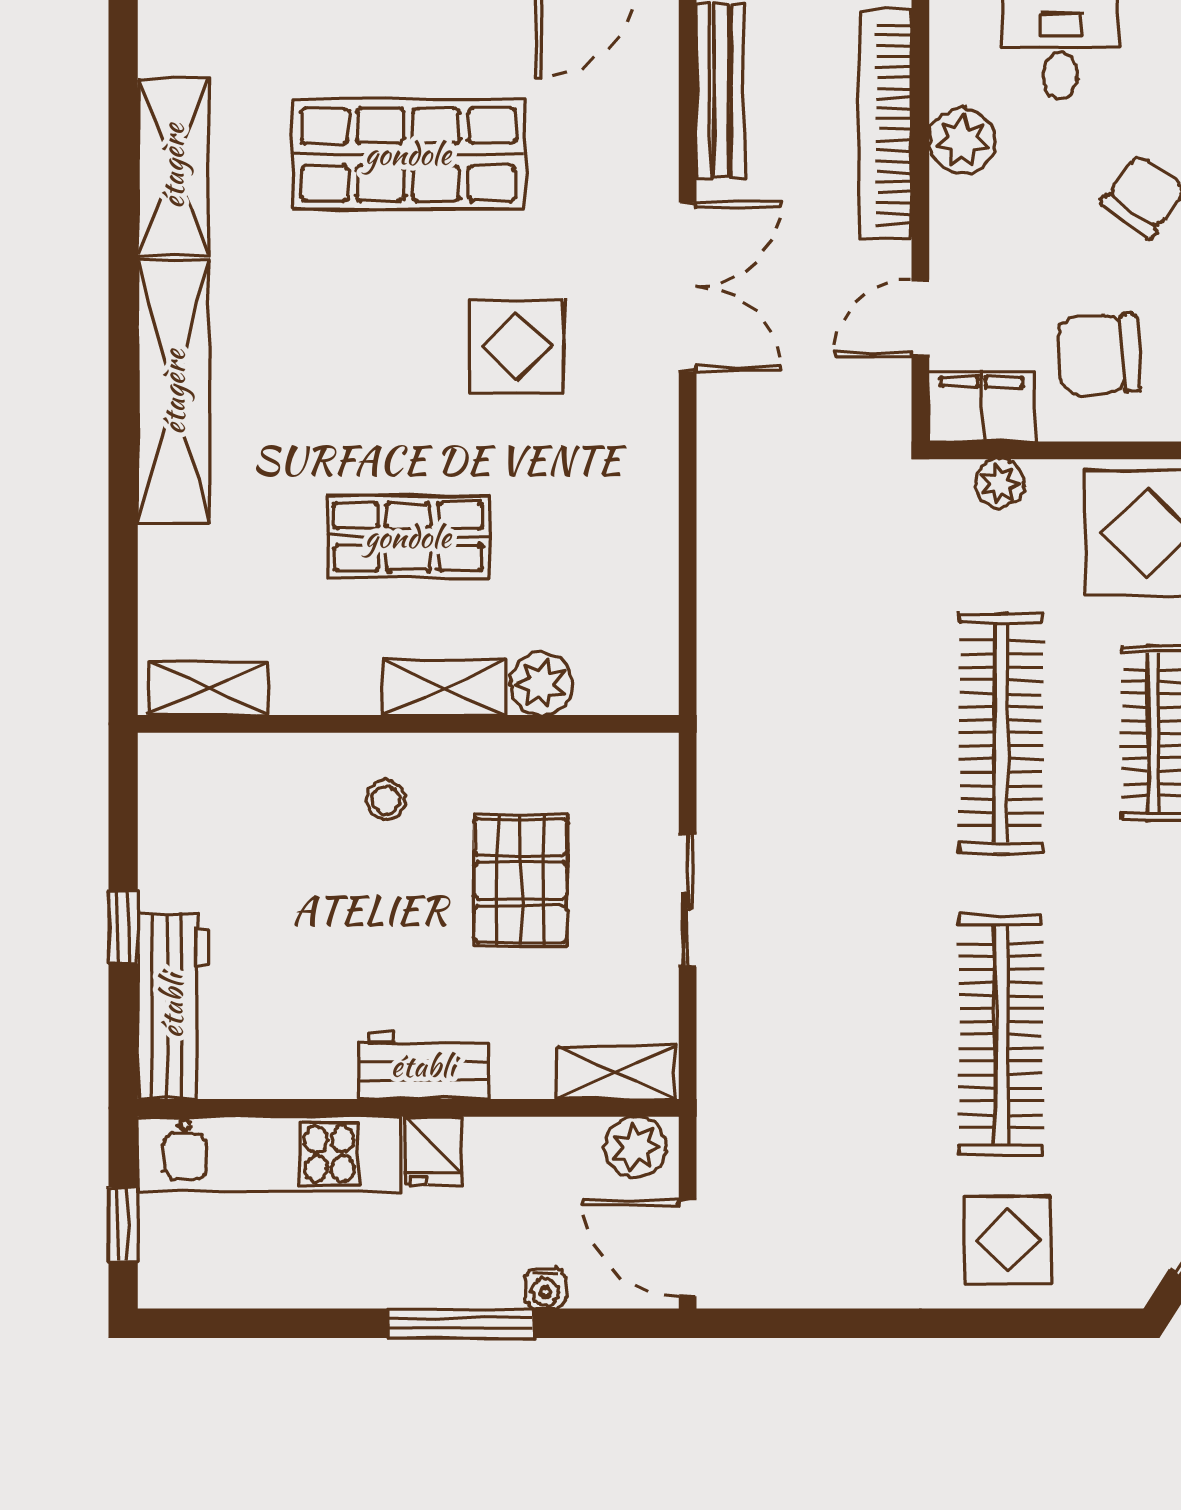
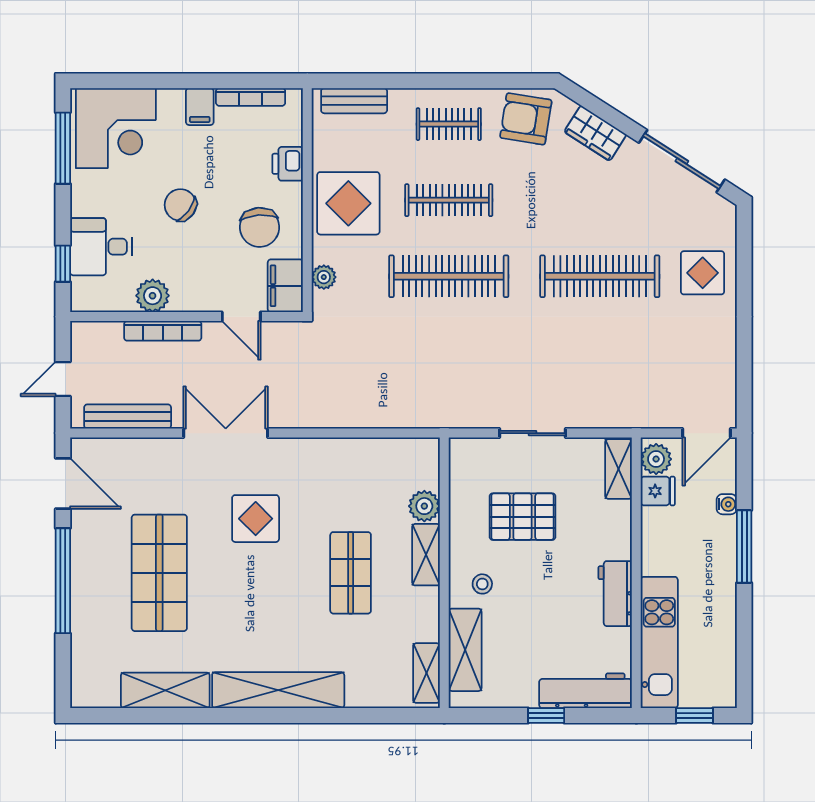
bookcase: (886, 124) -> (163, 331), width x0.68, depth x0.76
shelving: (254, 766) -> (465, 650), added
workbench: (423, 1066) -> (615, 594), moved
fridge: (434, 1151) -> (658, 491), moved

